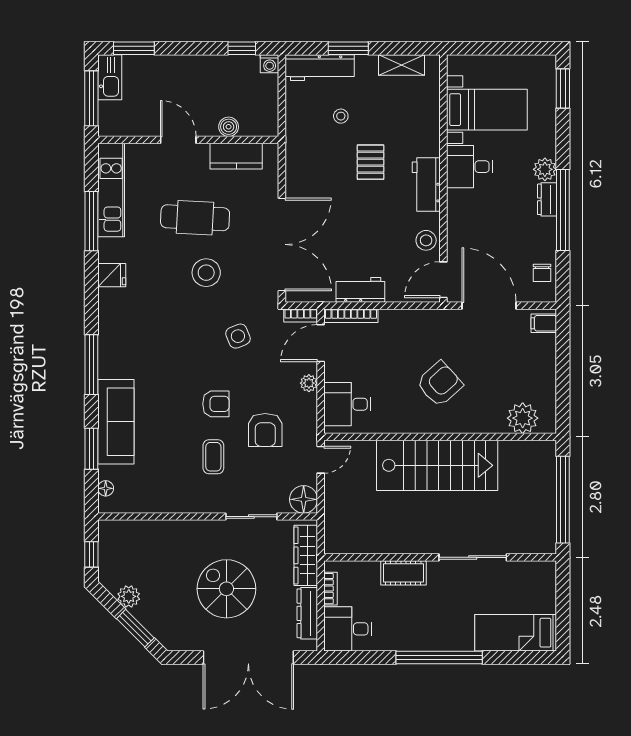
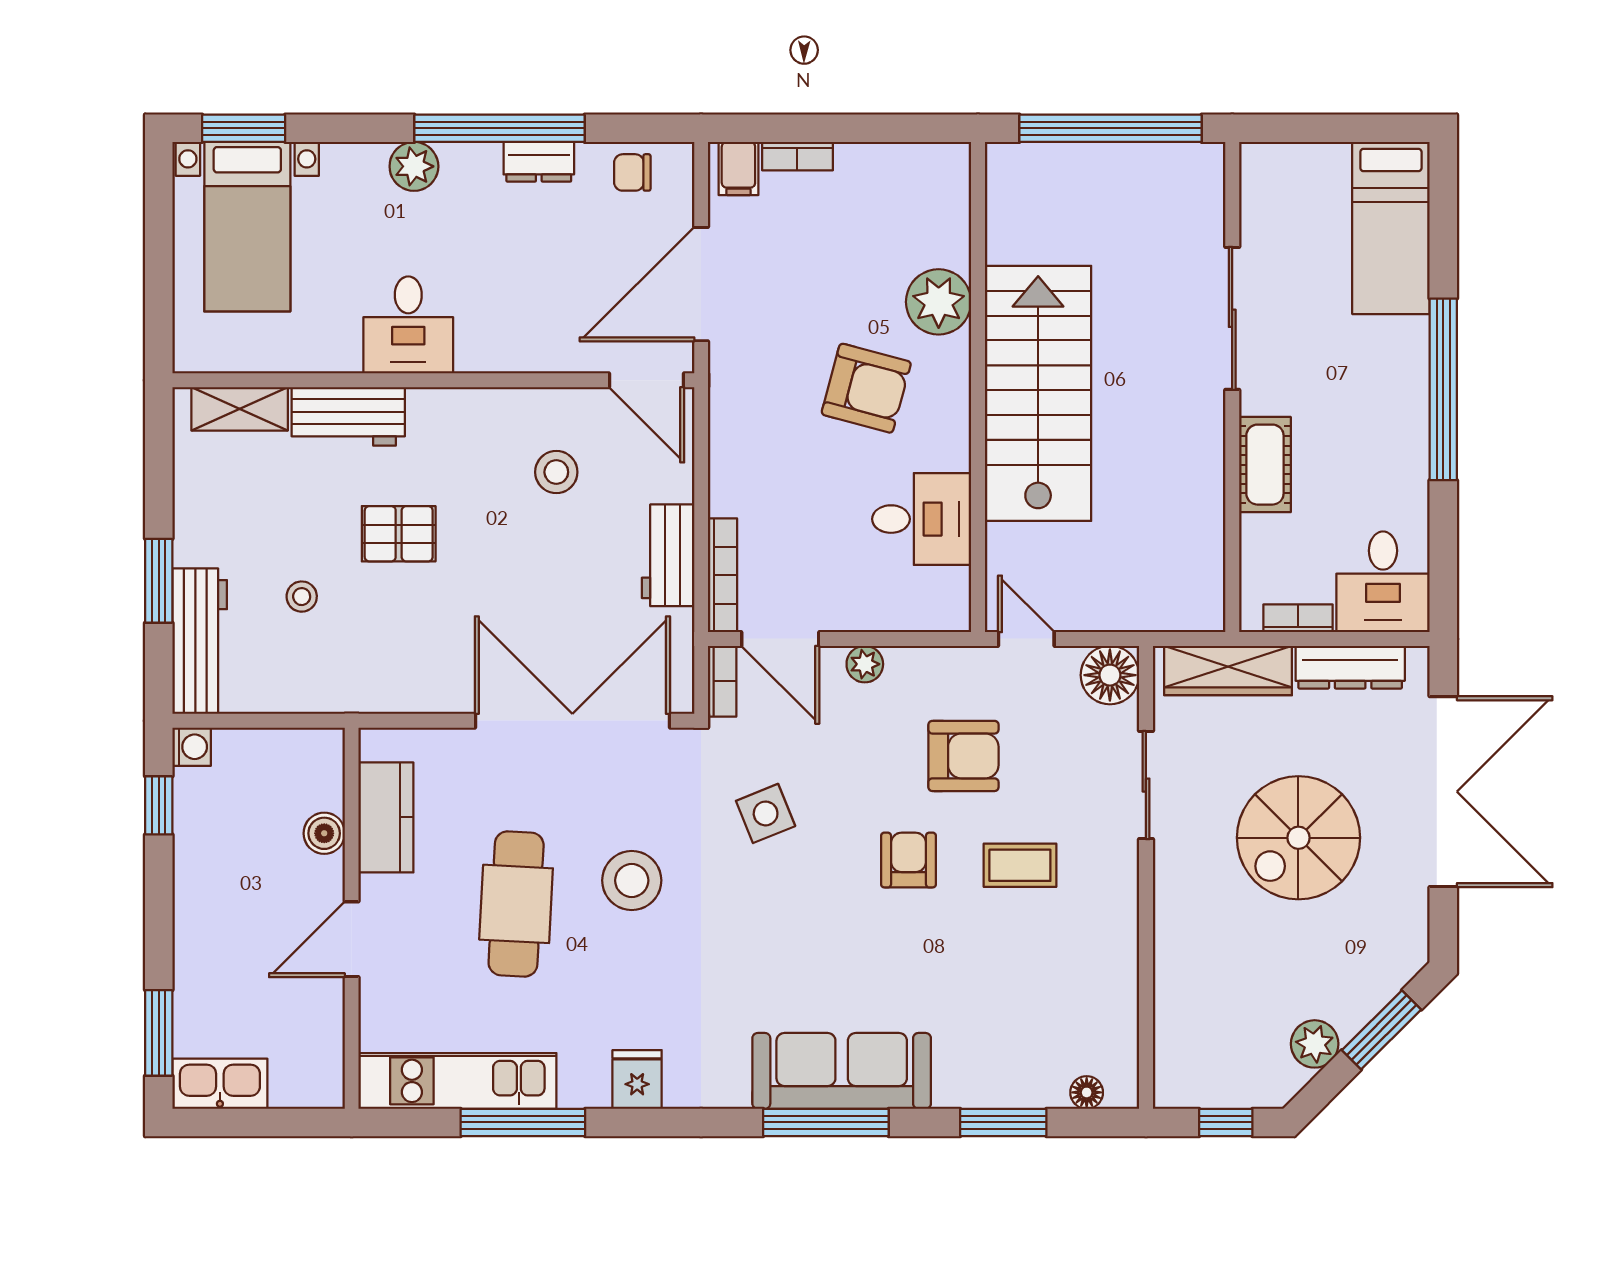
shelving: (401, 65) -> (240, 409), moved, turned 90
window: (91, 98) -> (264, 1122), removed
bed with nightstands: (487, 110) -> (247, 227), moved, turned 180
workbench: (426, 184) -> (348, 416), moved
dresser: (547, 199) -> (539, 162), moved
stool: (426, 240) -> (556, 472), moved
chair: (542, 273) -> (632, 172), turned 180
bookcase: (550, 351) -> (797, 156), added
armchair: (440, 384) -> (866, 388), turned 147
desk: (347, 404) -> (922, 519), moved, turned -90
plant: (523, 418) -> (939, 302), moved
sofa: (116, 422) -> (842, 1071), moved

